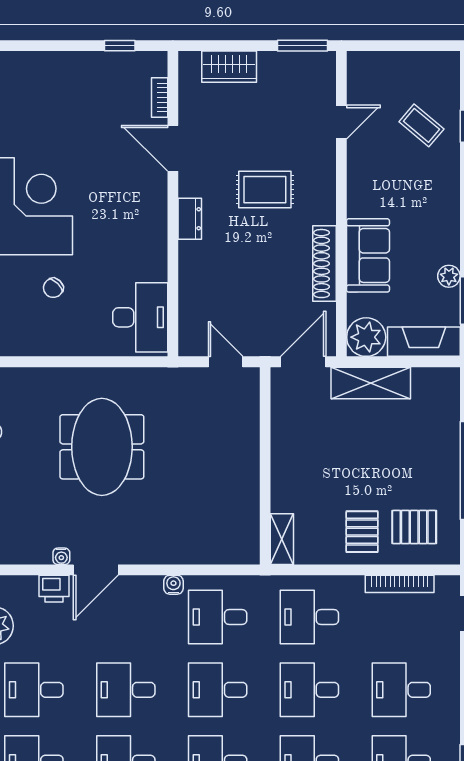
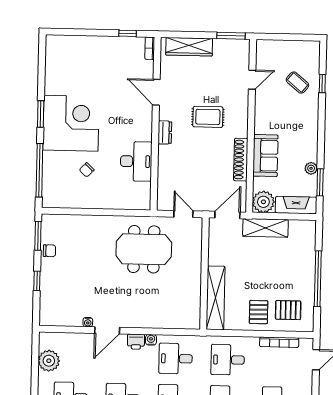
wardrobe: (229, 67) -> (189, 47), width x1.50
bookcase: (160, 97) -> (150, 48), moved
desk: (140, 317) -> (136, 161), moved
meeting table: (102, 447) -> (144, 249), moved, turned 90
shelving: (282, 539) -> (216, 298), width x2.20, depth x1.33
printer: (54, 589) -> (136, 342), moved

